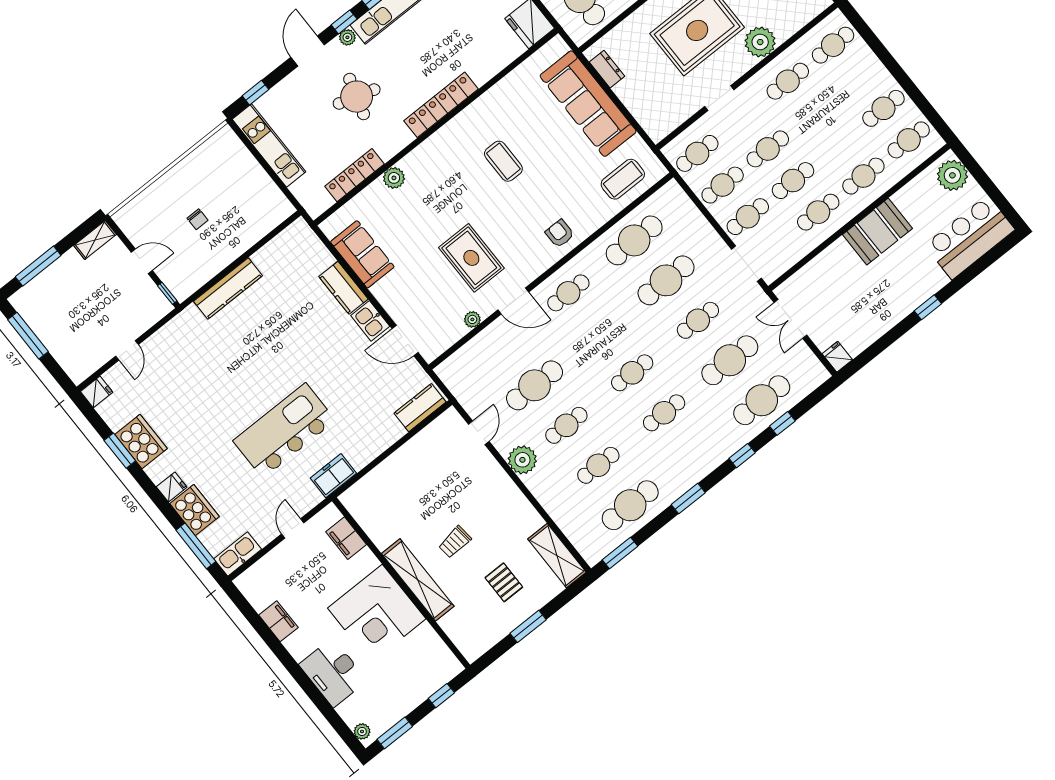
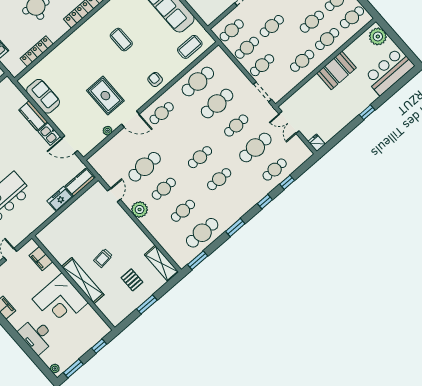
plant: (394, 178) -> (59, 52), removed
cafe table: (793, 181) -> (312, 22), moved
cafe table: (762, 400) -> (275, 170), width x0.73, depth x0.74
freezer: (333, 476) -> (60, 199), moved

